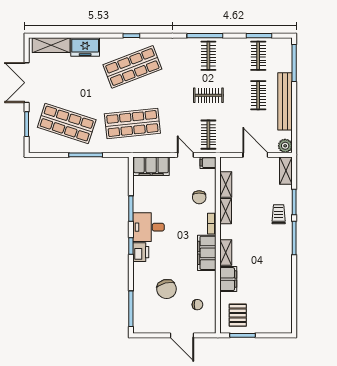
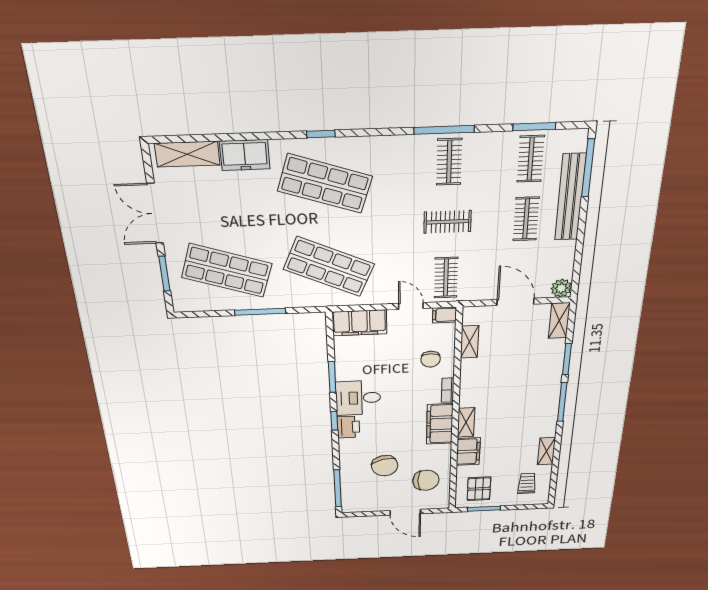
shop shelf: (132, 67) -> (325, 184), turned 39
bench: (285, 101) -> (570, 197), moved
shop shelf: (132, 124) -> (329, 267), turned 30
shelving: (226, 211) -> (546, 451), moved
trolley: (279, 214) -> (527, 483), moved
chair: (197, 305) -> (426, 480), width x1.87, depth x1.87

